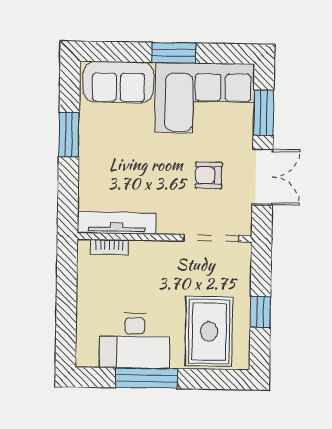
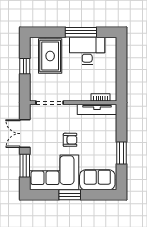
armchair: (209, 175) -> (70, 140), moved

